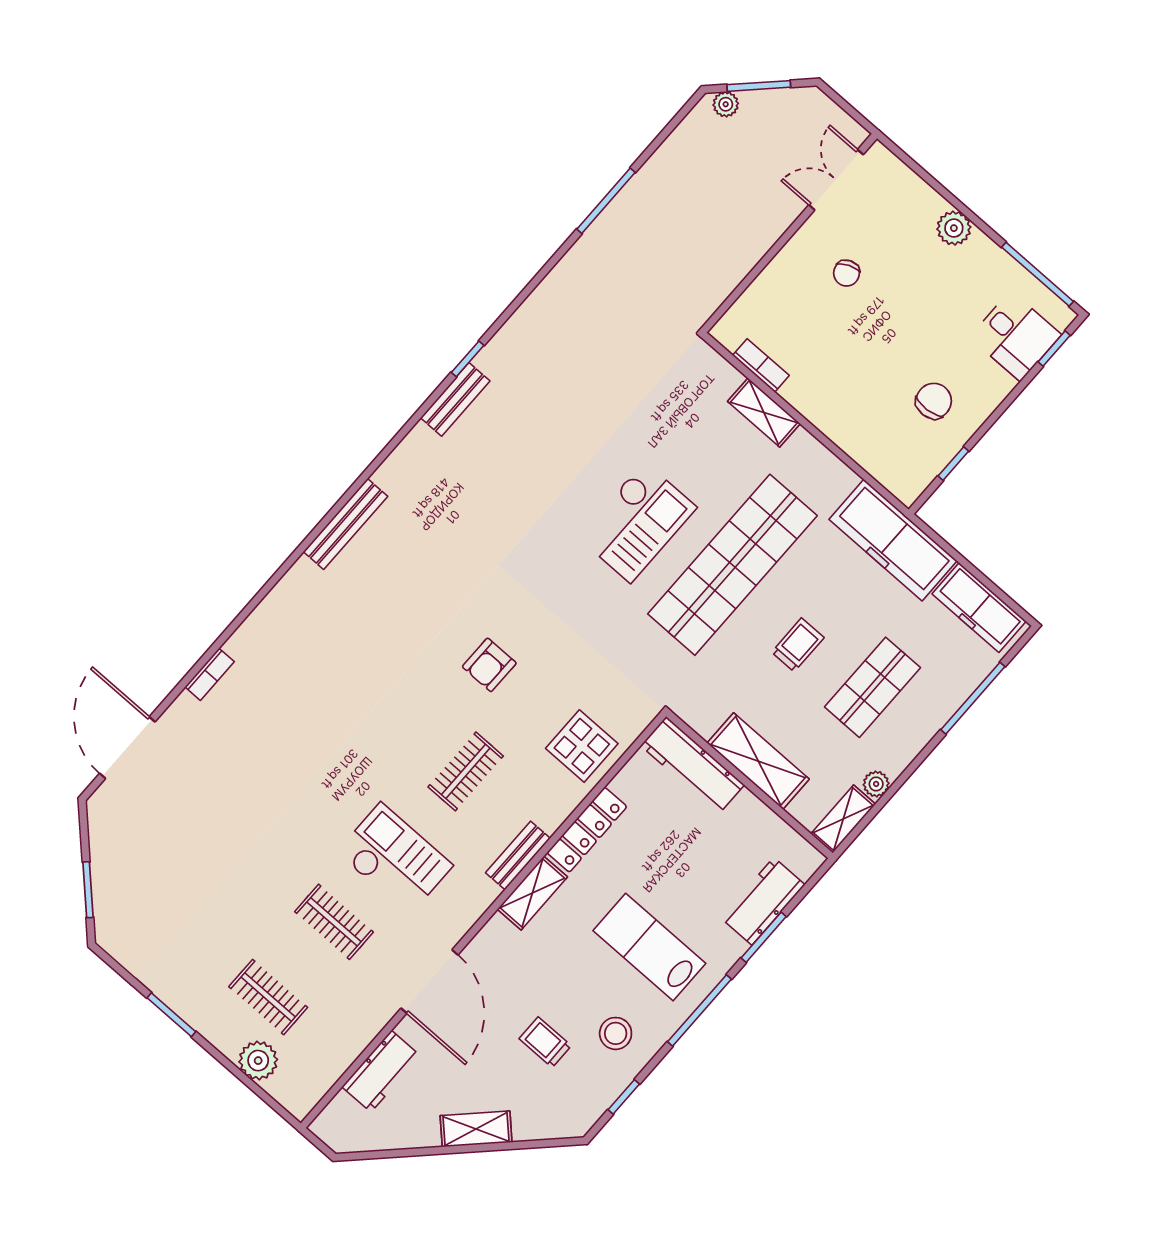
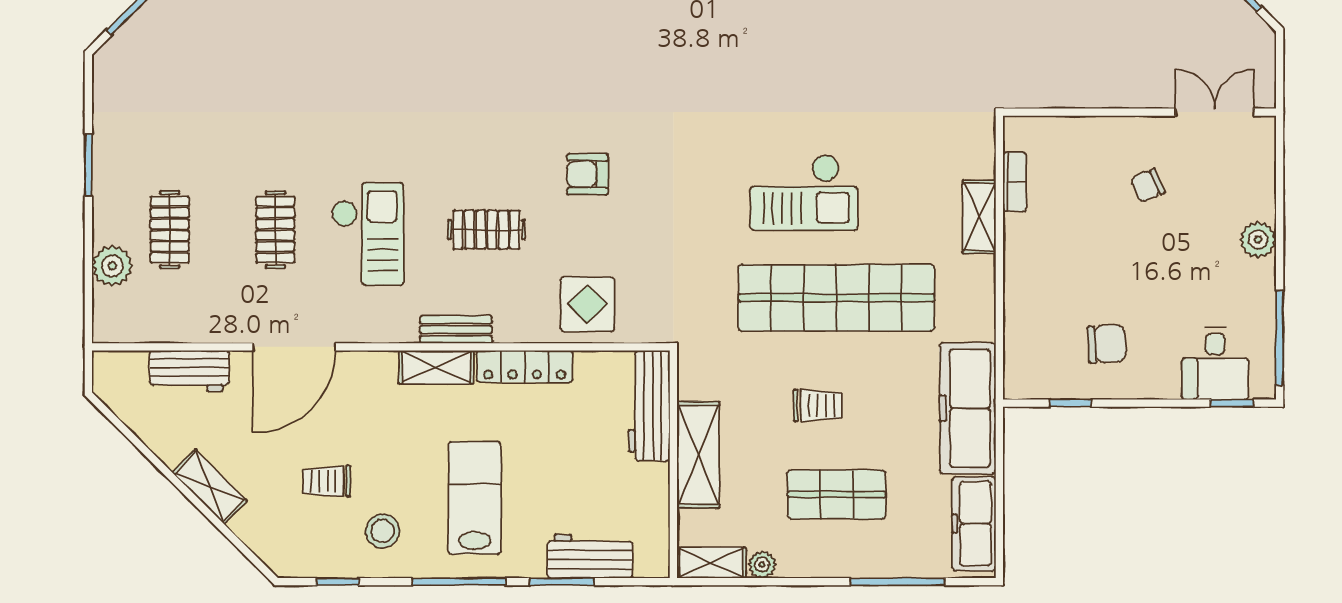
trolley: (545, 1042) -> (327, 481), turned -90

